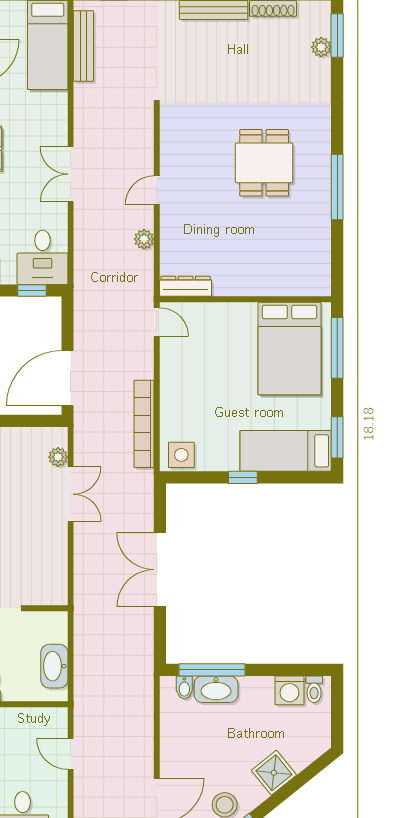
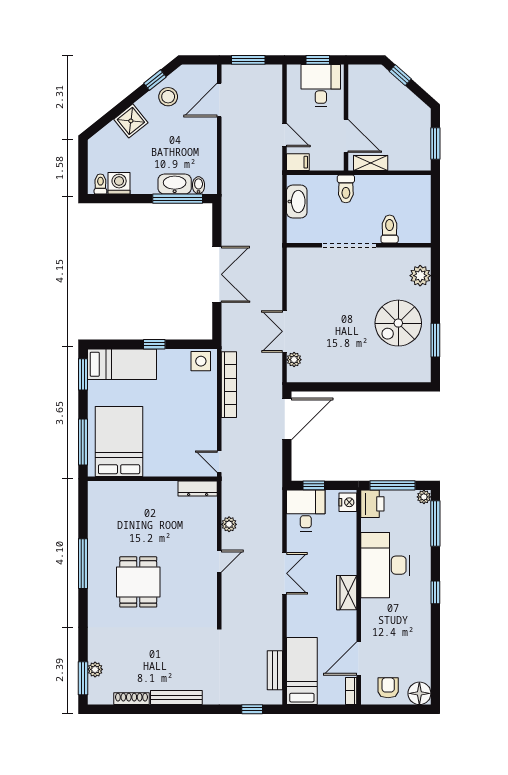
bench: (83, 46) -> (275, 670), width x0.73
filing cabinet: (53, 718) -> (298, 162), added

